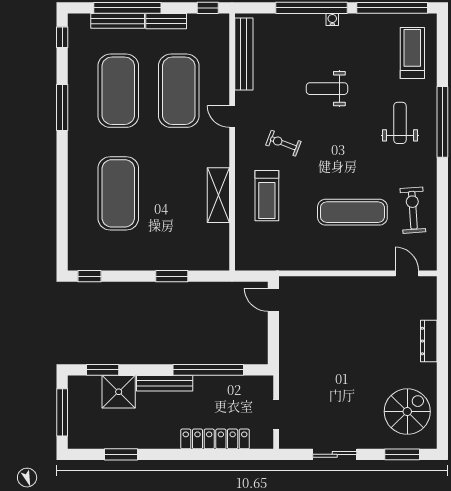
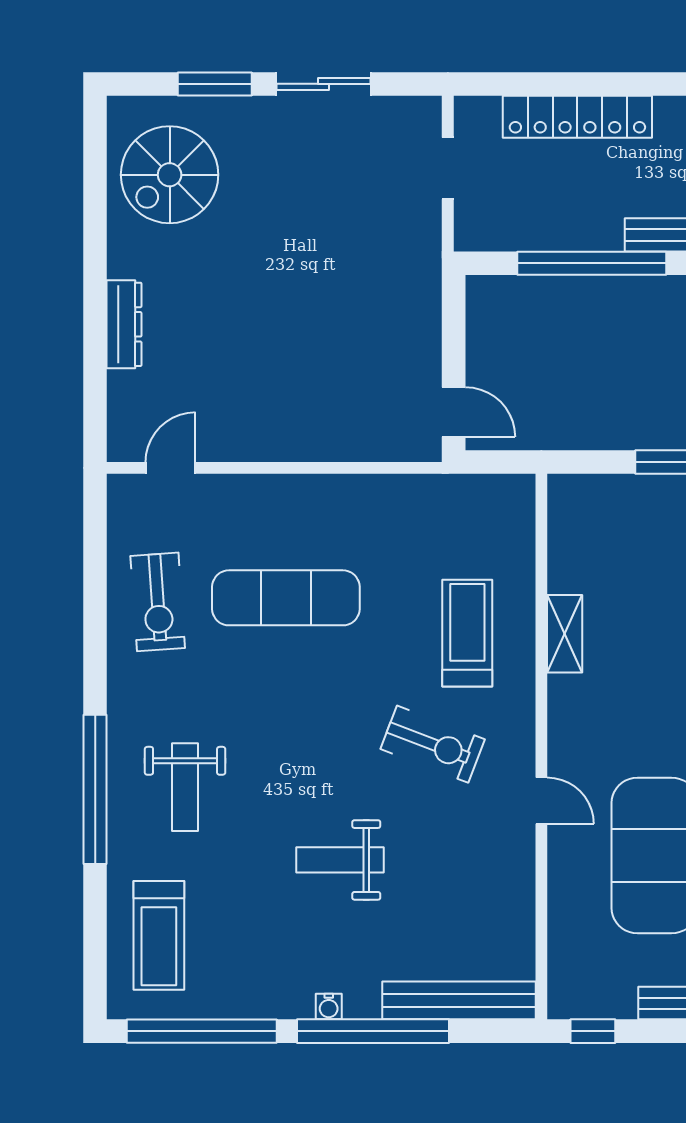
bench: (244, 54) -> (459, 1000), moved, turned 90
weight bench: (327, 89) -> (340, 860), turned 180
exercise bike: (283, 143) -> (433, 744), width x1.38, depth x1.39
shelving: (218, 195) -> (565, 634), width x0.67, depth x0.75
door: (407, 273) -> (171, 468), swing flipped
window: (402, 454) -> (215, 84), moved

